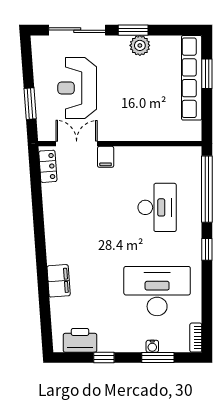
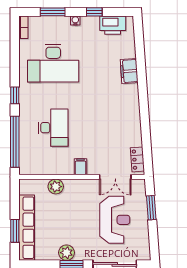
plant: (154, 131) -> (56, 187), added
filing cabinet: (106, 157) -> (81, 167), moved
desk: (157, 207) -> (53, 128), turned 180
water cooler: (152, 346) -> (75, 21), moved

